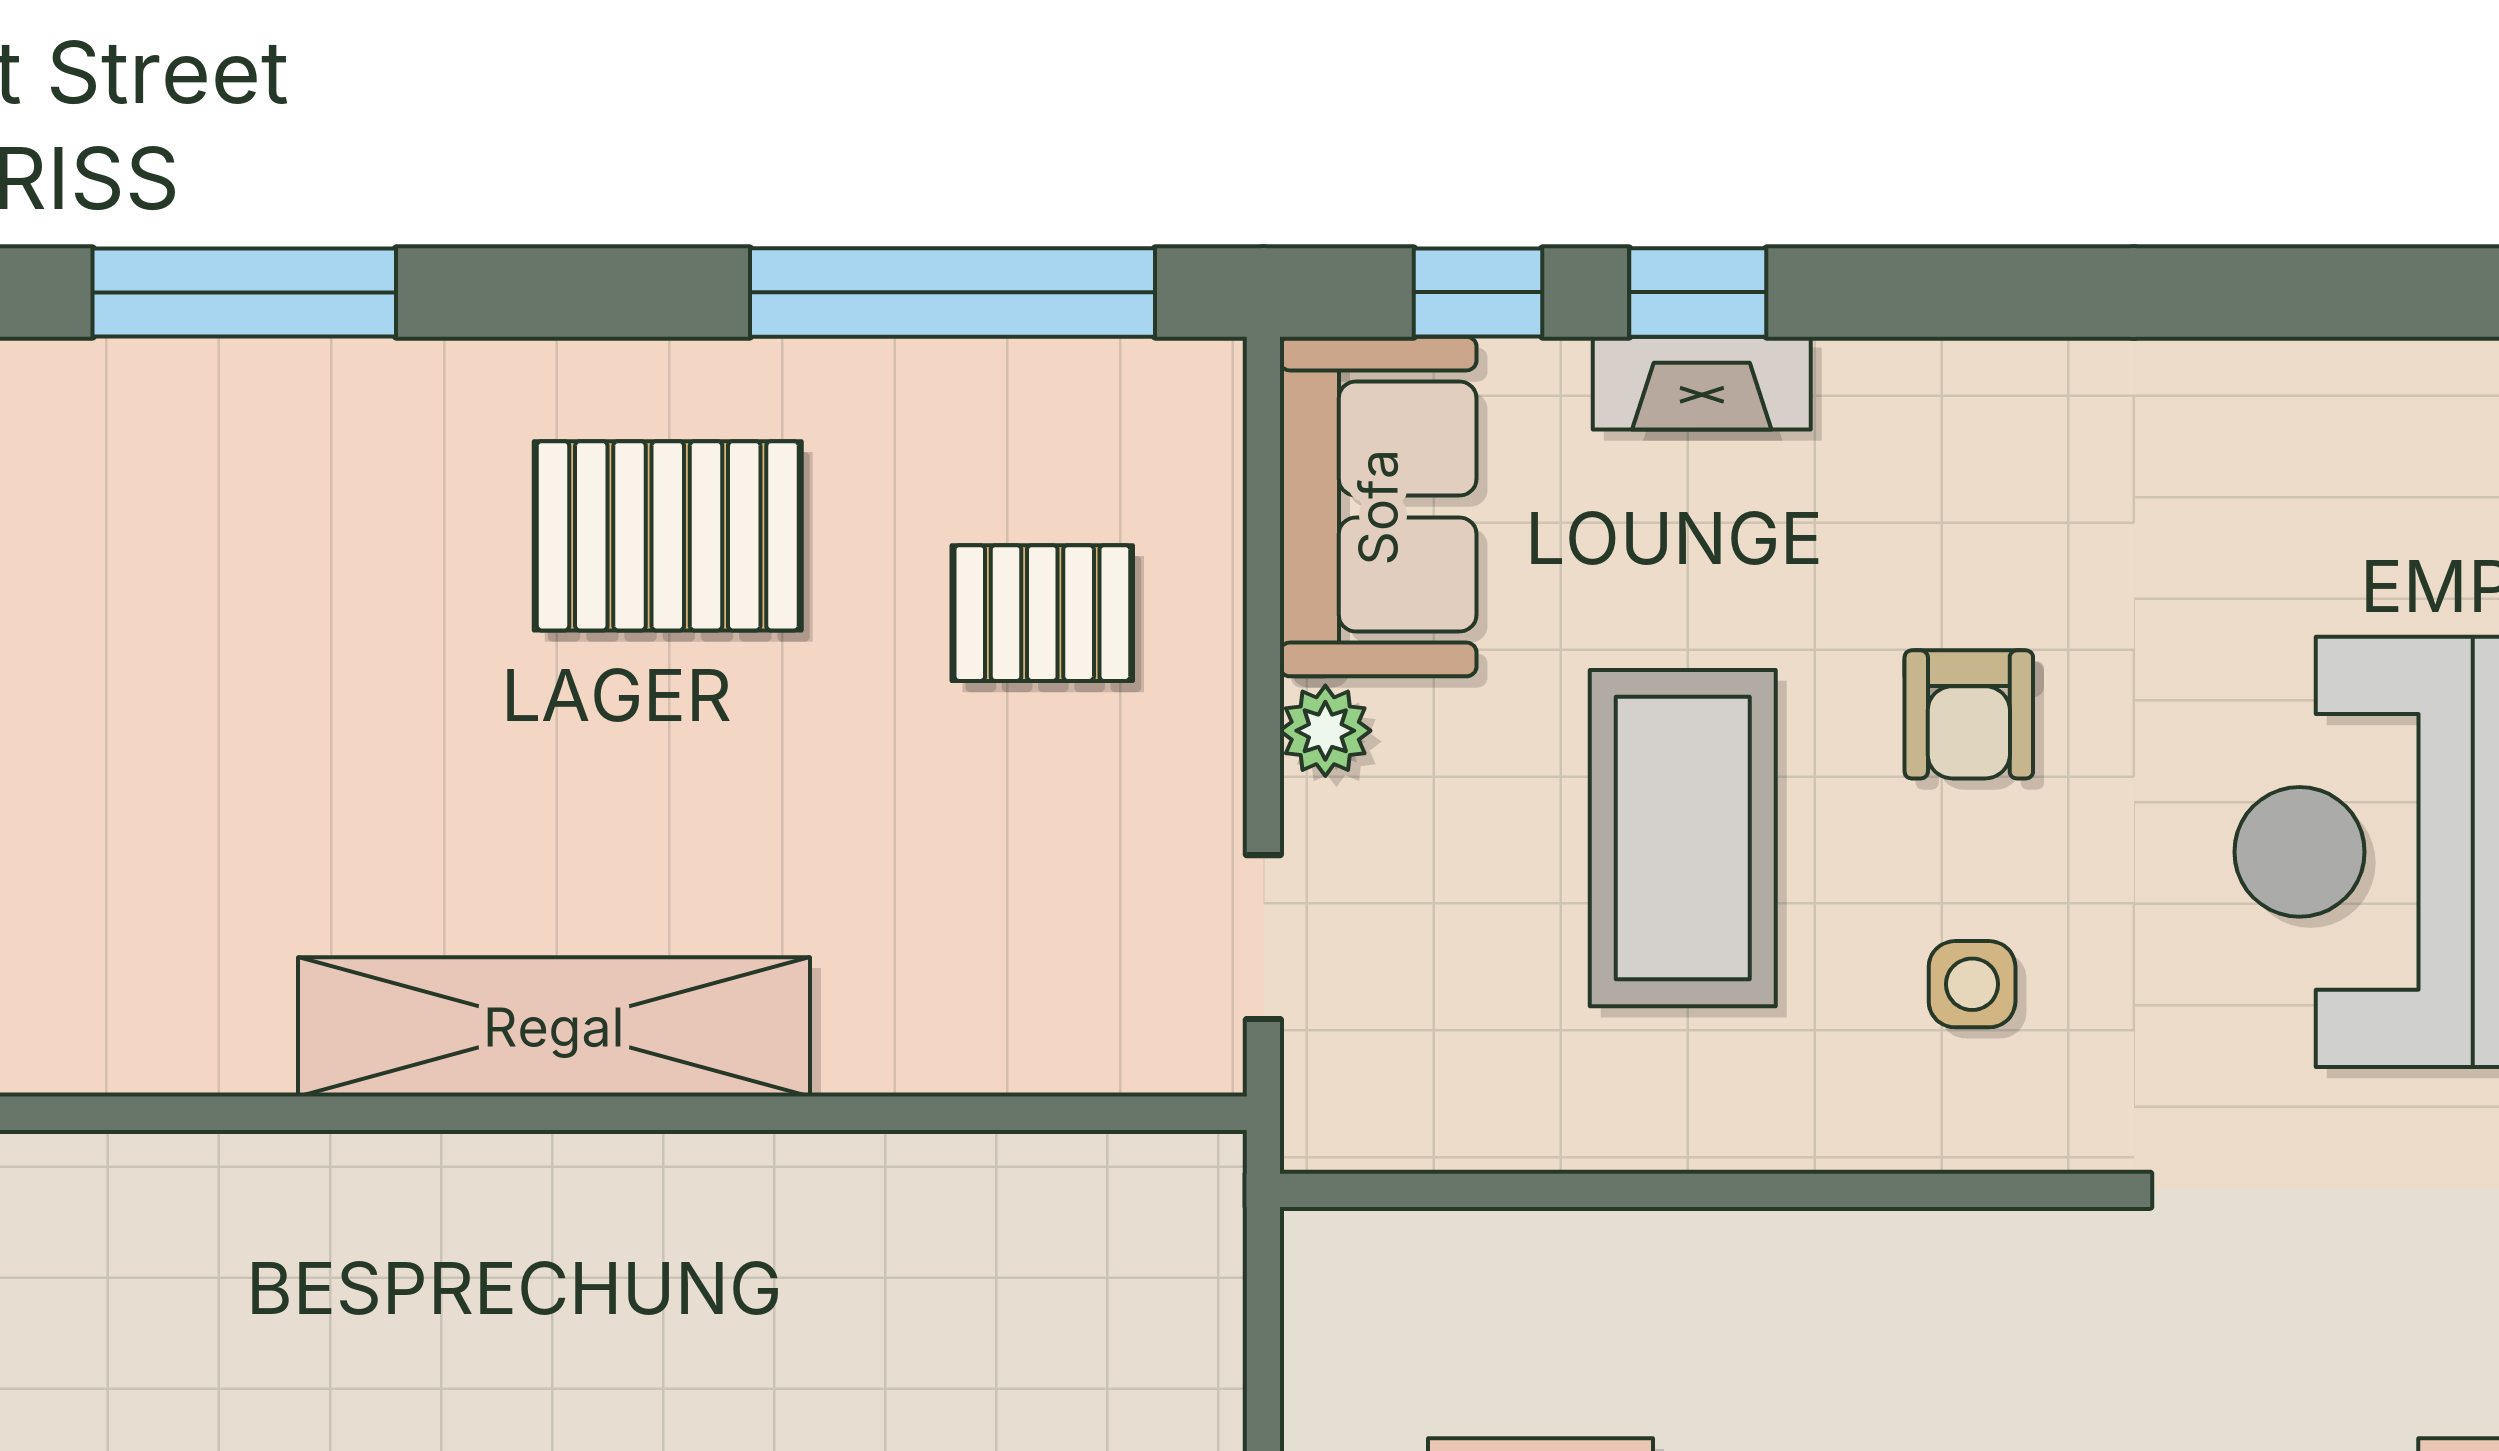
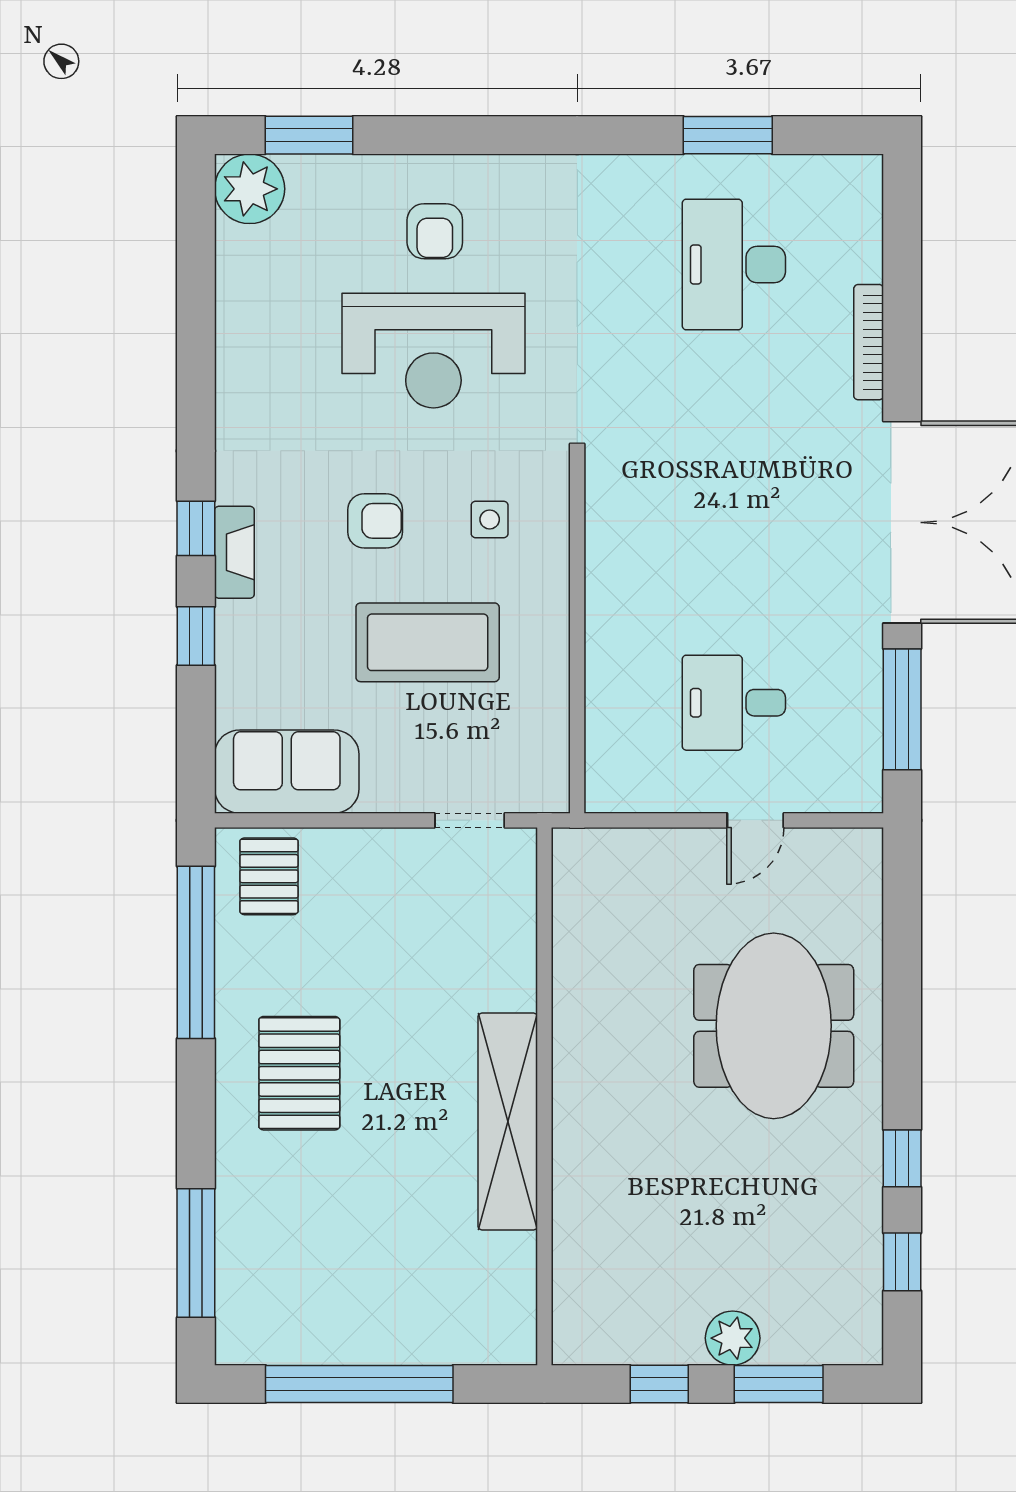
window: (1478, 292) -> (196, 528), moved
fireplace: (1702, 383) -> (234, 552), moved
pallet: (1042, 613) -> (269, 876), moved
plant: (1325, 731) -> (382, 794), removed

